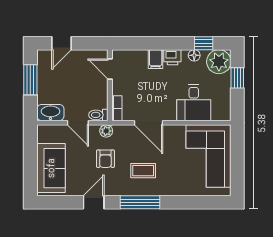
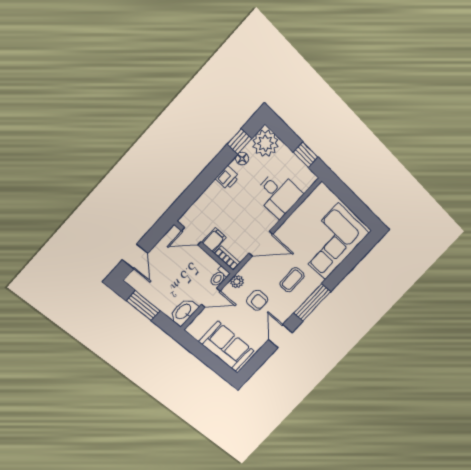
filing cabinet: (156, 59) -> (214, 240), moved, turned -90
window: (237, 78) -> (306, 155), moved
corner sofa: (209, 156) -> (332, 242), moved, turned 90

